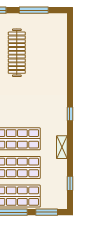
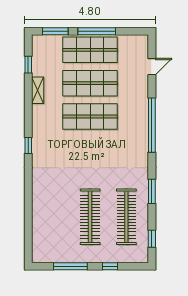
shelving: (62, 147) -> (38, 90), moved

